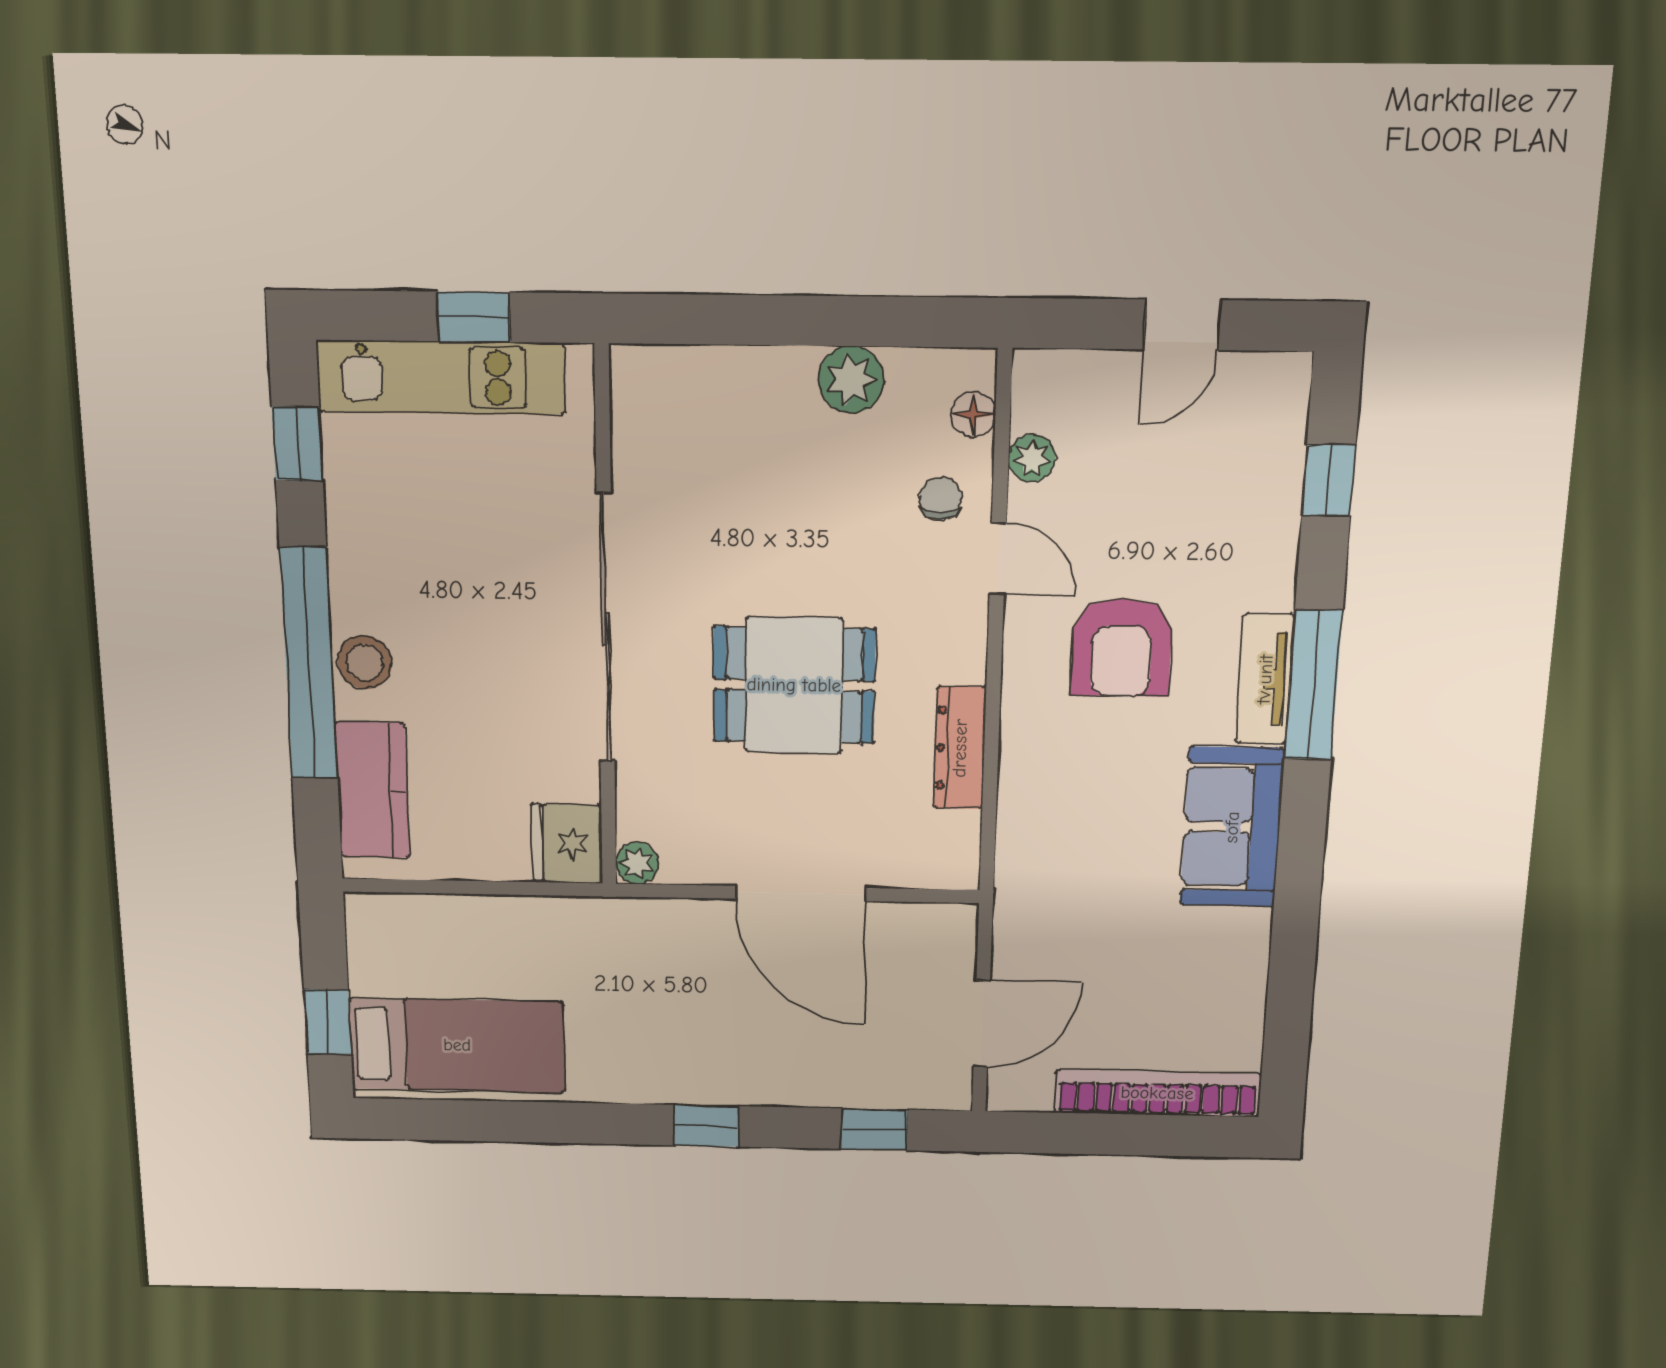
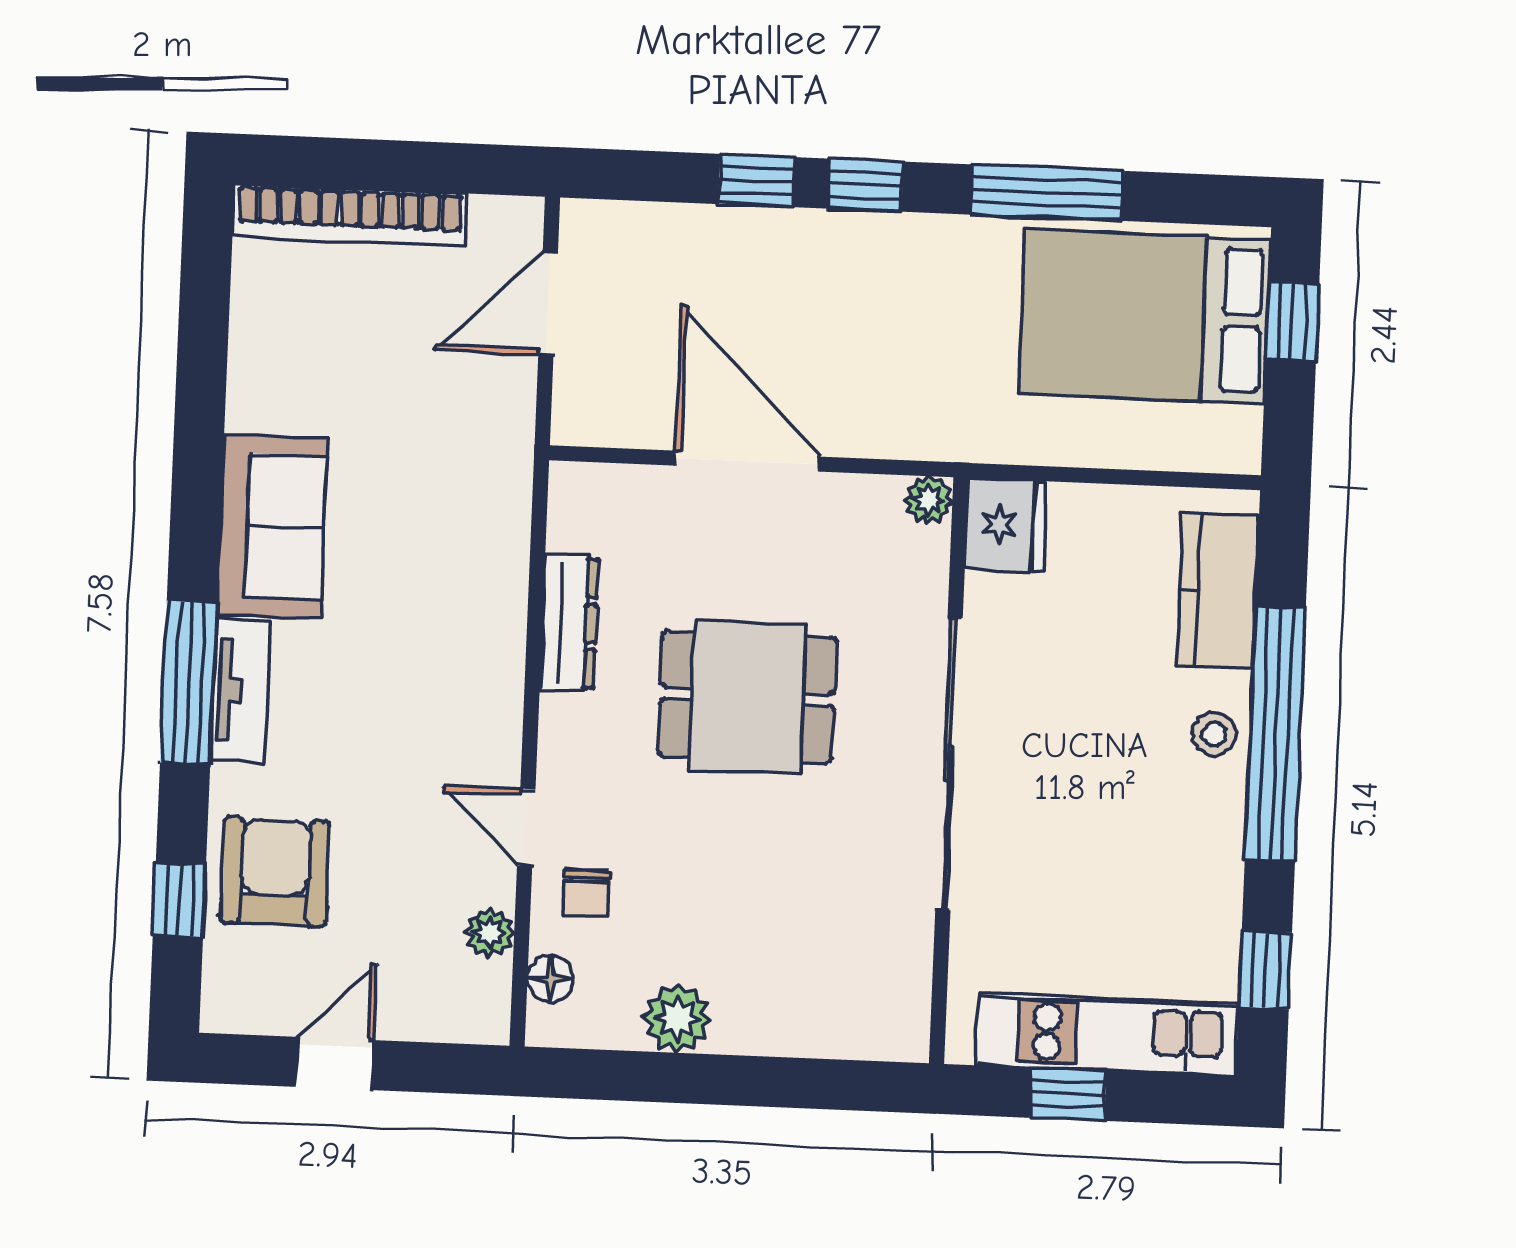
armchair: (1121, 647) -> (275, 872), moved
stool: (365, 662) -> (1214, 734), width x0.73, depth x0.73
bed: (457, 1045) -> (1145, 317), width x1.50
window: (549, 1123) -> (1047, 193), added
window: (874, 1129) -> (757, 181), moved

